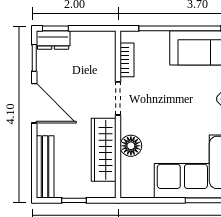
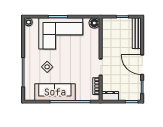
dresser: (53, 40) -> (110, 96), moved
floor lamp: (131, 146) -> (94, 23), moved
wardrobe: (104, 150) -> (108, 42), removed

